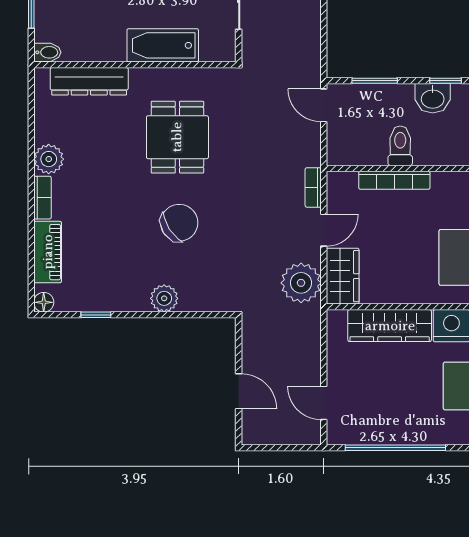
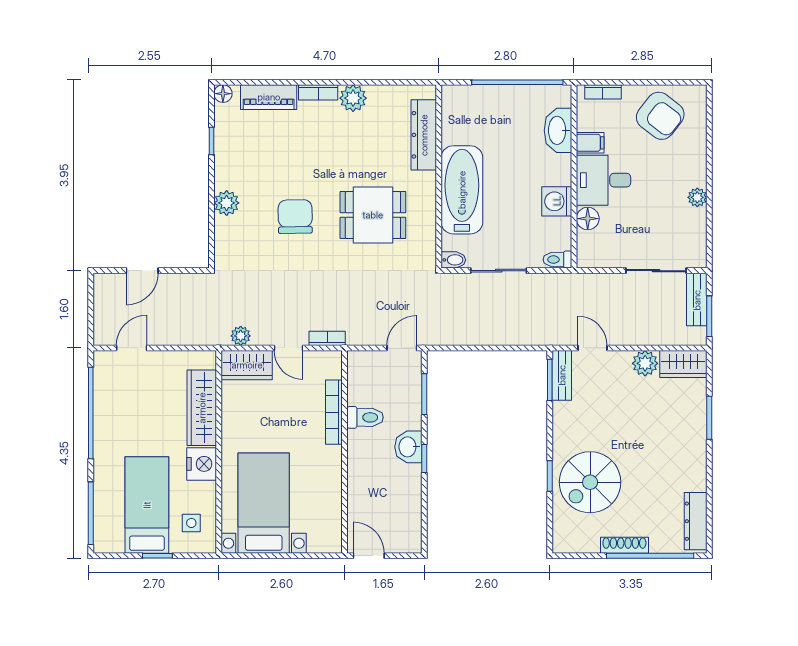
bathtub: (163, 45) -> (462, 190), width x1.36, depth x1.36
bidet: (47, 52) -> (453, 260), moved, turned -90
chair: (179, 223) -> (295, 217), turned -148
plant: (301, 283) -> (241, 336), width x0.53, depth x0.53

